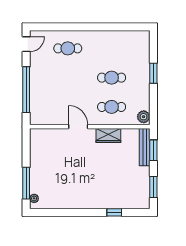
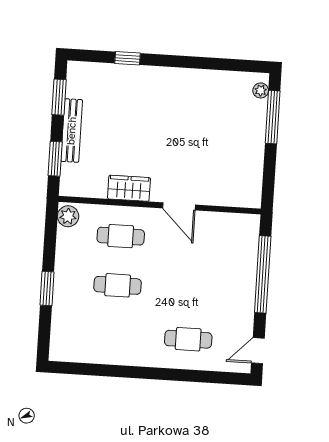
bench: (145, 147) -> (72, 131), moved

